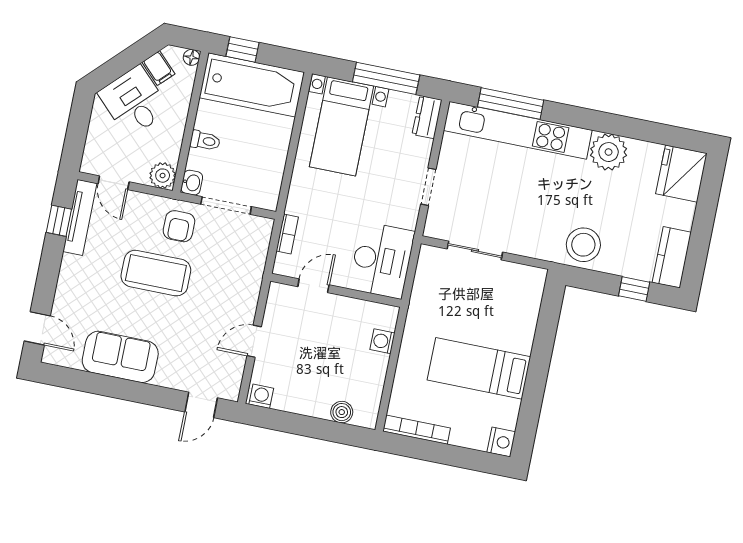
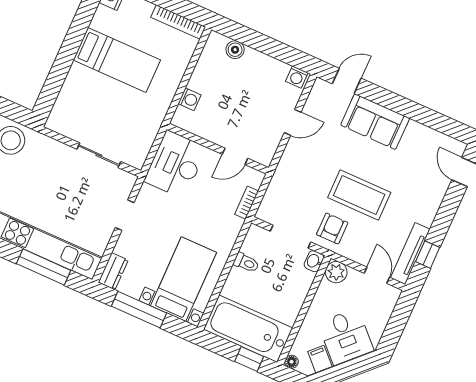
toilet: (205, 141) -> (246, 263), moved, turned 180
sofa: (120, 357) -> (375, 122), moved

